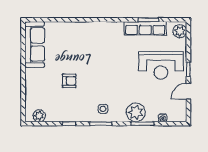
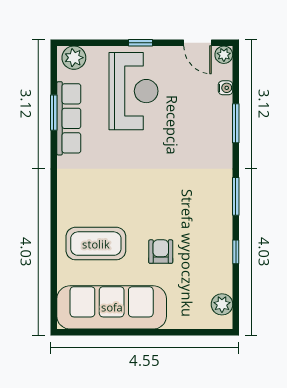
coffee table: (74, 44) -> (96, 244), added
sofa: (35, 45) -> (112, 307), width x1.36, depth x1.27
door: (188, 91) -> (198, 43), moved
side table: (103, 109) -> (210, 192), removed
plant: (136, 112) -> (224, 55), moved, width x0.53, depth x0.53

